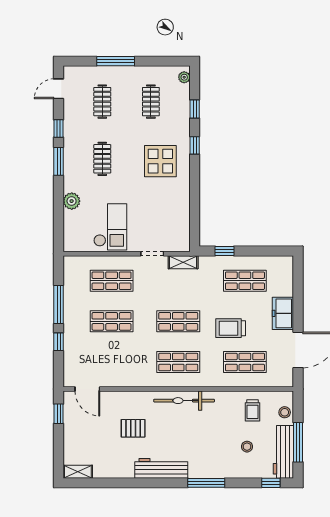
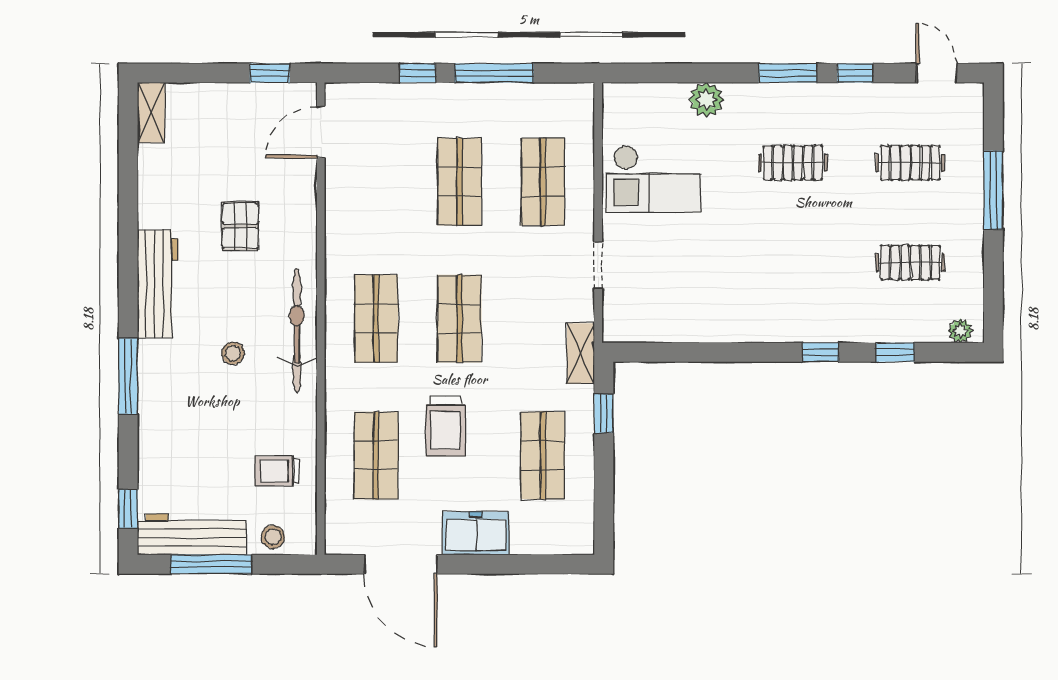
display table: (160, 161) -> (788, 282), removed
shelving: (183, 262) -> (581, 354), moved
trolley: (231, 328) -> (445, 426), turned 180
stool: (247, 447) -> (233, 353), moved

